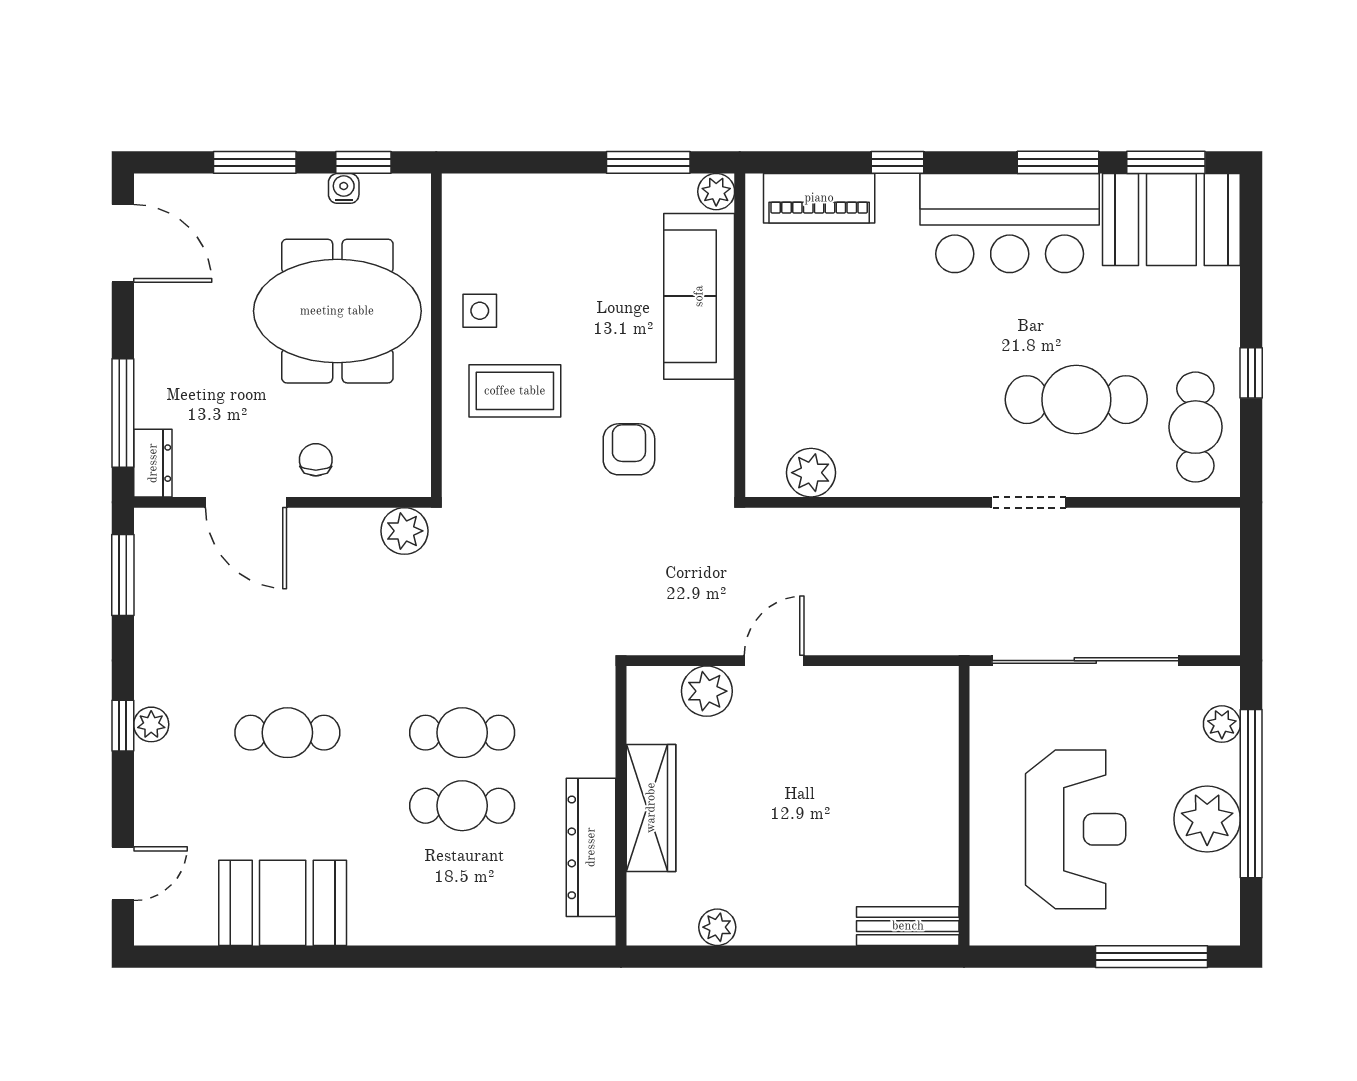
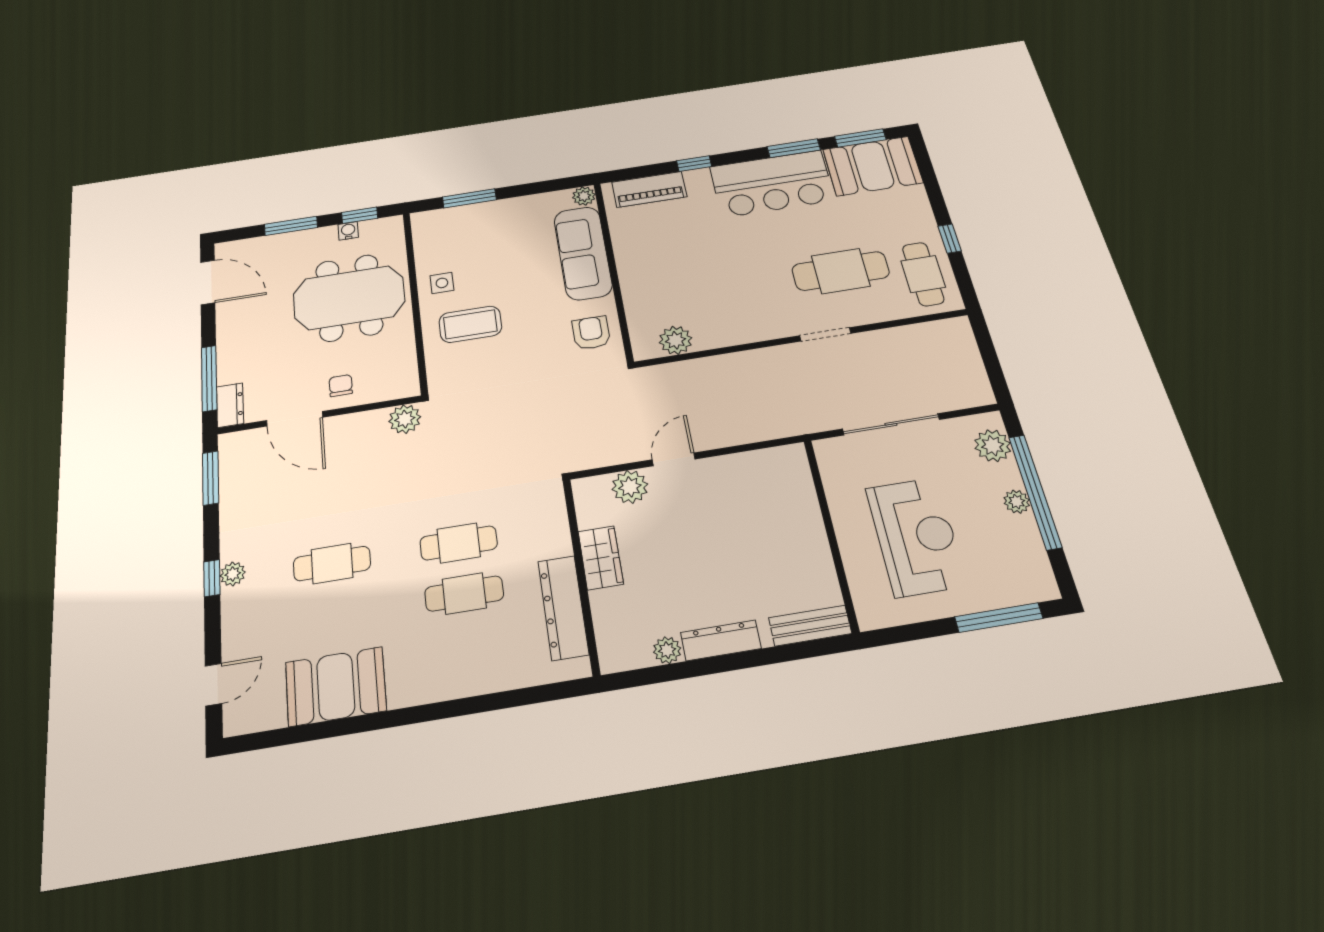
window: (648, 162) -> (469, 198), moved
armchair: (629, 449) -> (591, 333), moved
sliding door: (1085, 661) -> (891, 424), width x0.73
plant: (1222, 724) -> (993, 446), width x1.38, depth x1.38
wardrobe: (651, 808) -> (601, 558), width x0.67
plant: (1207, 819) -> (1017, 502), width x0.53, depth x0.53
dresser: (789, 926) -> (721, 640), added

